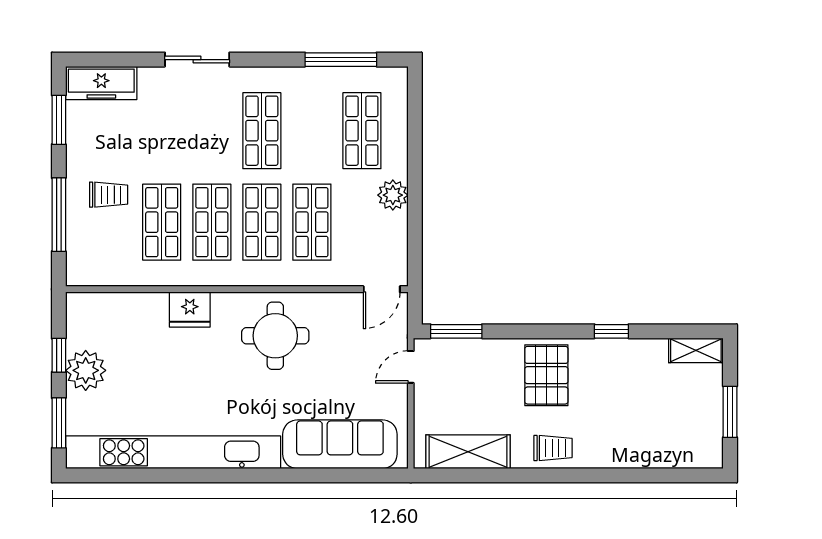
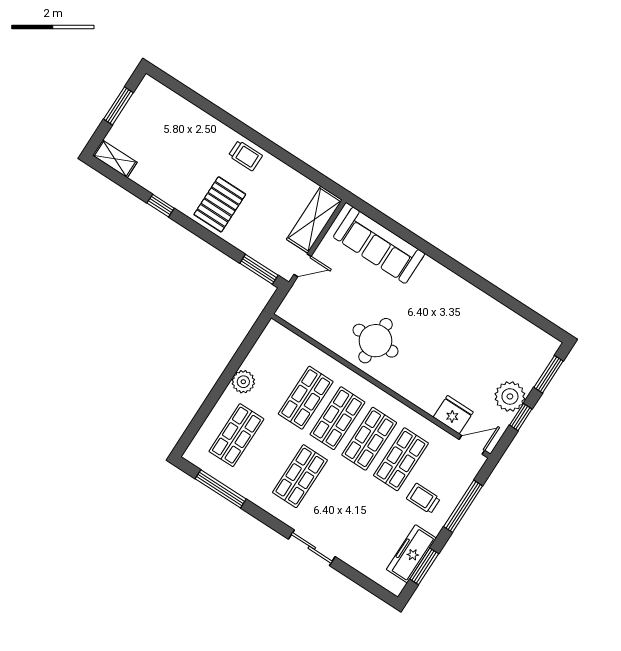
freezer: (101, 83) -> (411, 554), moved, turned -90
door: (382, 289) -> (472, 445), moved
fridge: (190, 310) -> (453, 415), moved
trolley: (553, 448) -> (245, 156), turned 180
kitchen unit: (173, 452) -> (488, 309), removed
shelving: (468, 452) -> (314, 220), moved, turned 90

